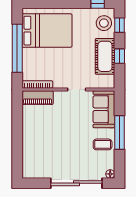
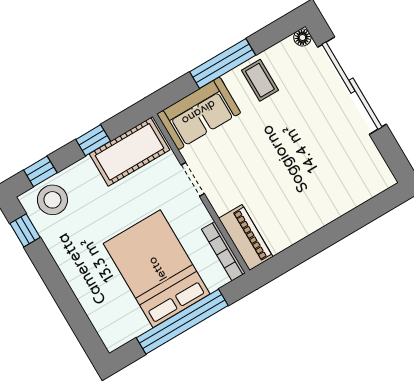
bed: (47, 31) -> (157, 269), moved
cot: (105, 56) -> (130, 152), moved

